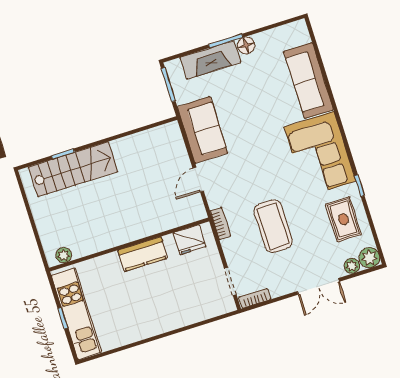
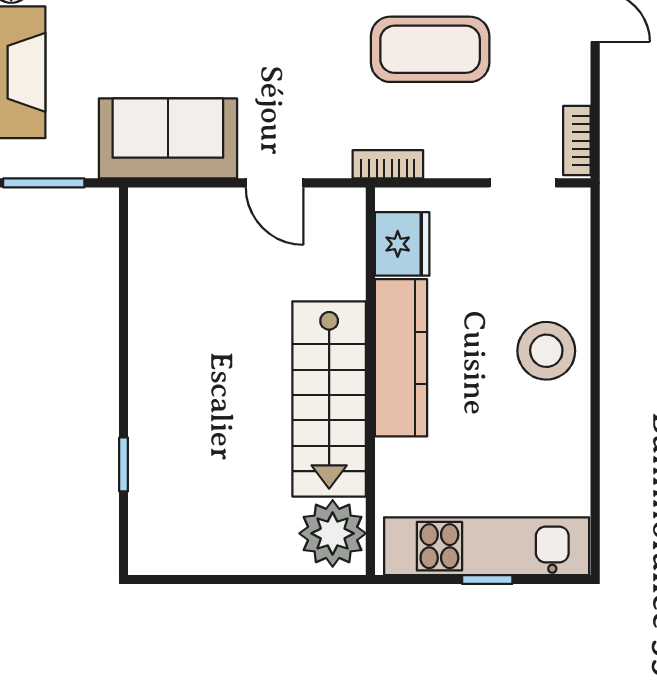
stairs: (73, 169) -> (329, 399), moved, turned 180
kitchen counter: (143, 254) -> (401, 358), width x1.50
plant: (64, 255) -> (333, 533), width x1.88, depth x1.88
stool: (164, 313) -> (546, 351), added

